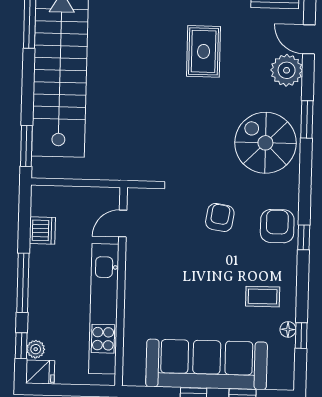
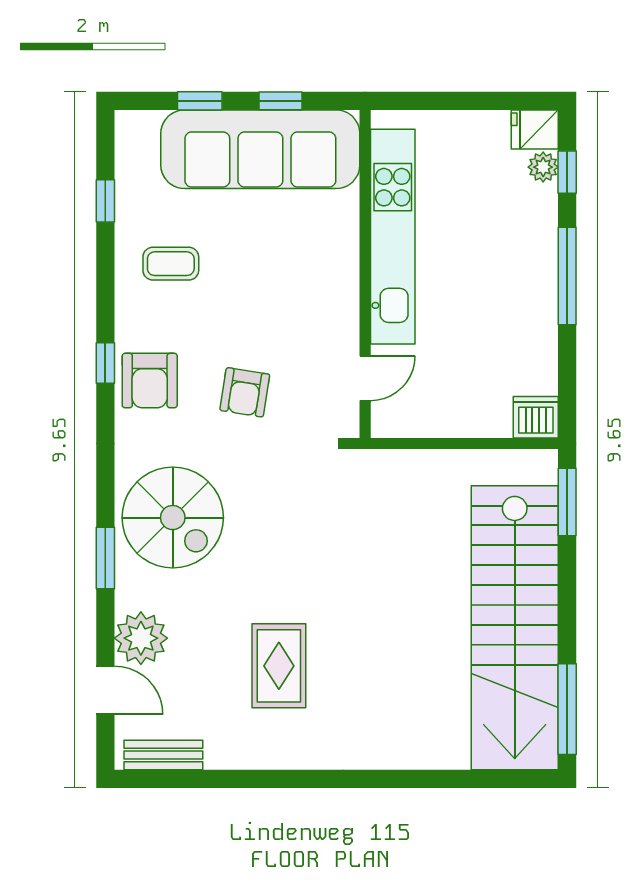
door: (123, 224) -> (365, 378), moved
dishwasher: (42, 230) -> (536, 417), moved, turned 90
wall: (121, 287) -> (365, 274), moved
kitchen unit: (104, 309) -> (393, 237), moved
floor lamp: (288, 329) -> (127, 210), removed

